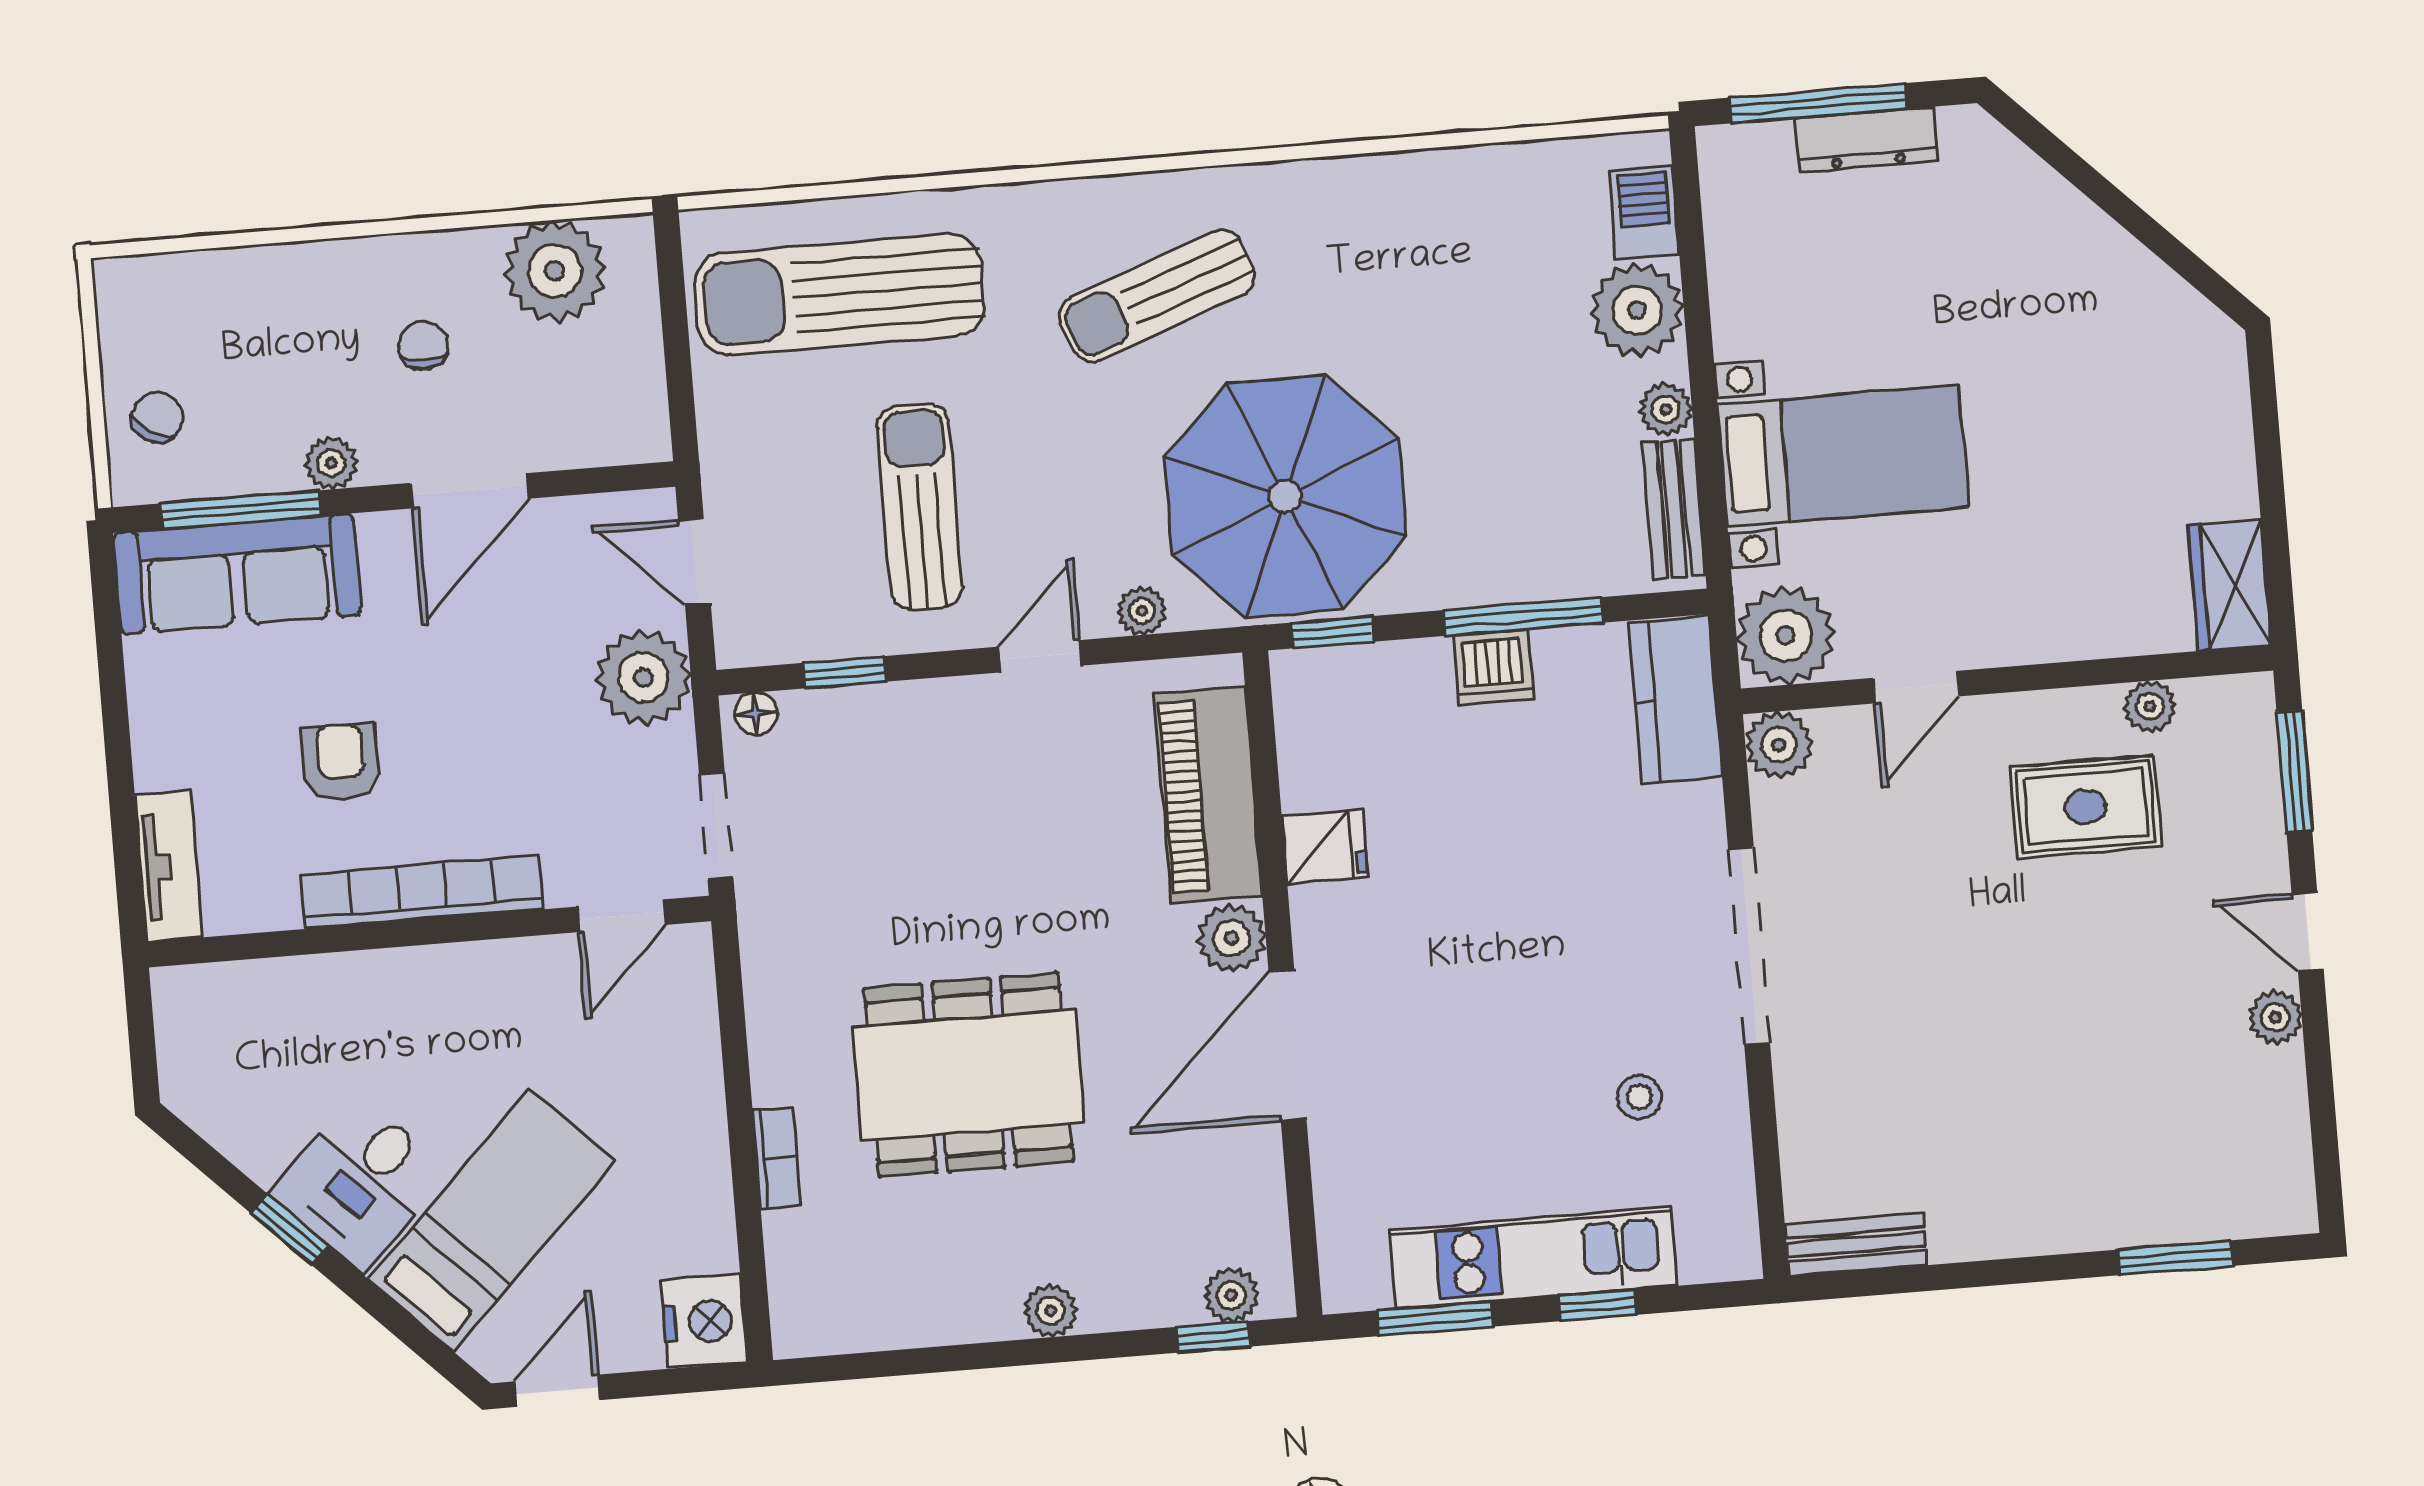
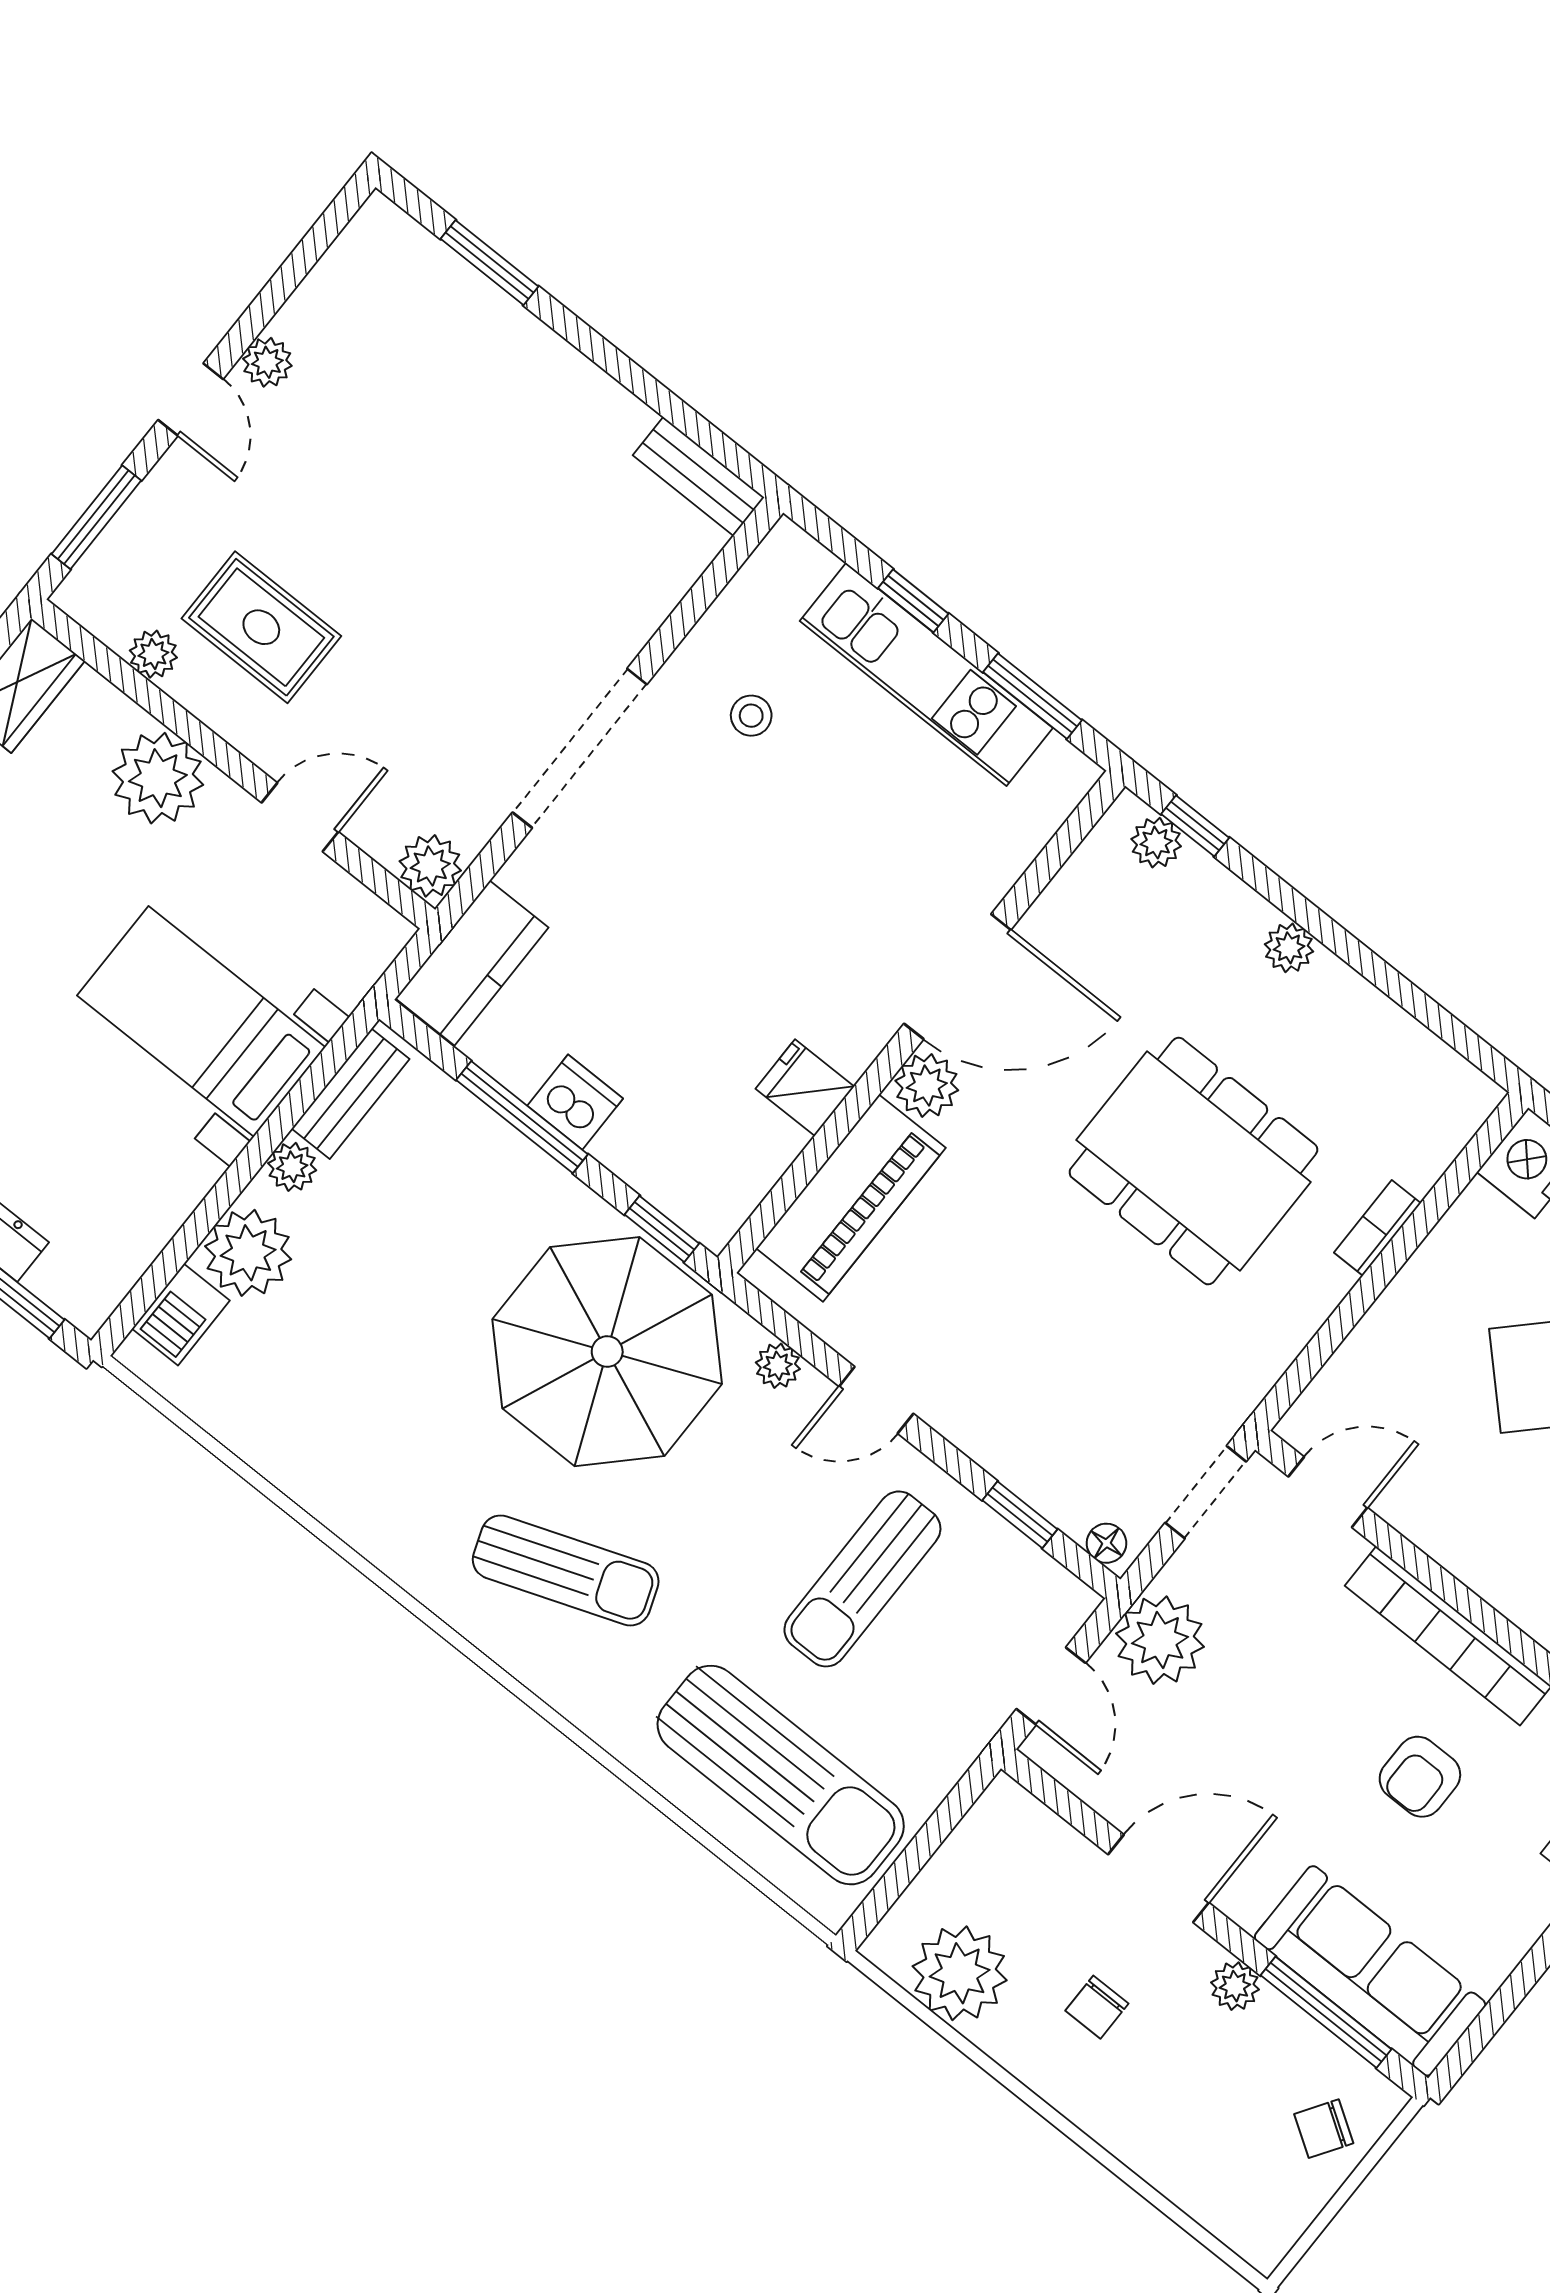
plant: (1786, 636) -> (158, 778), moved

